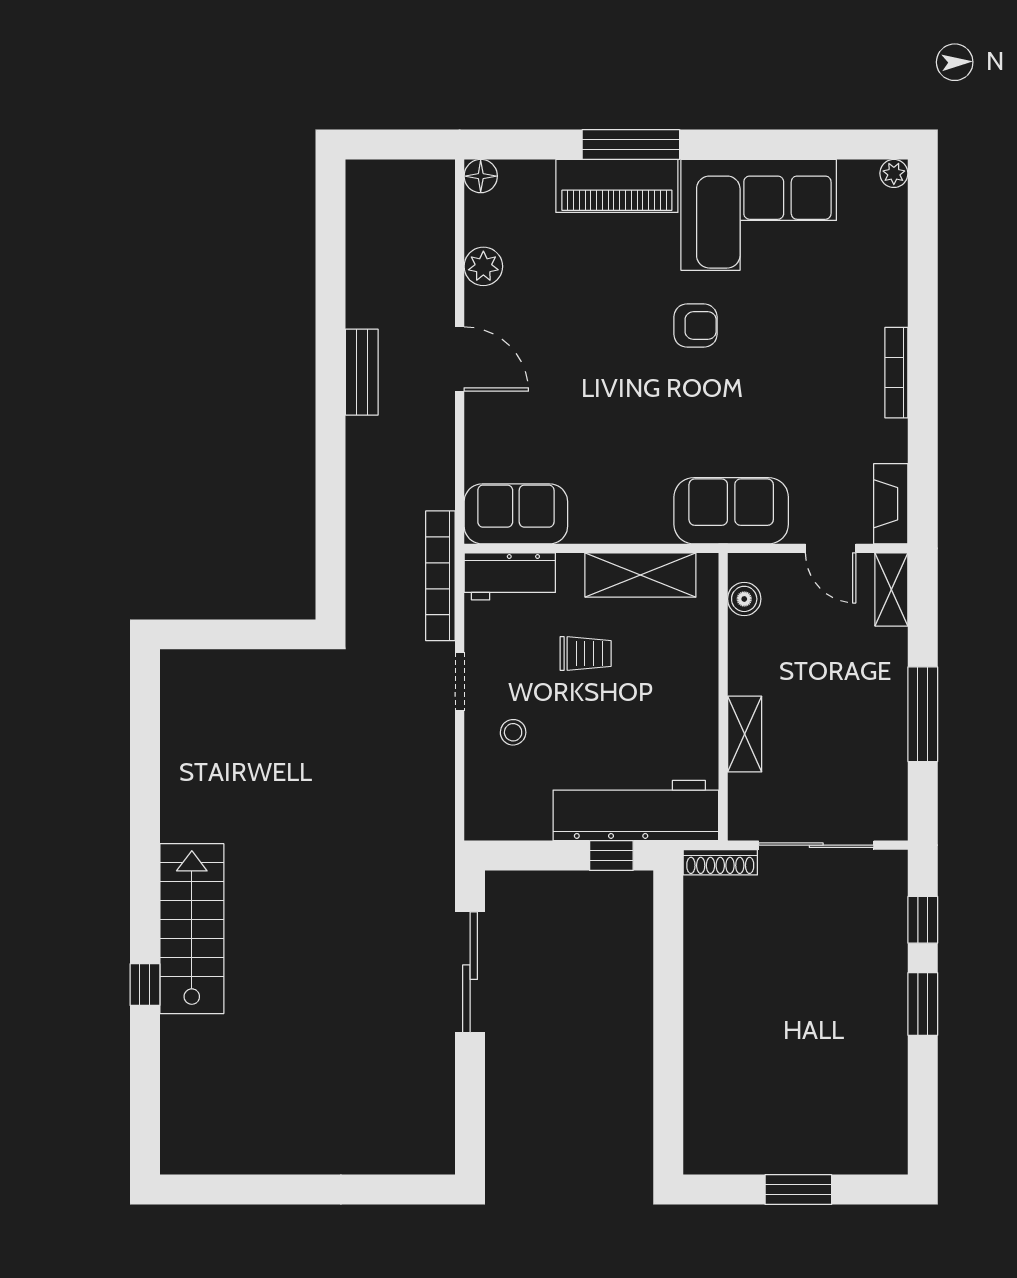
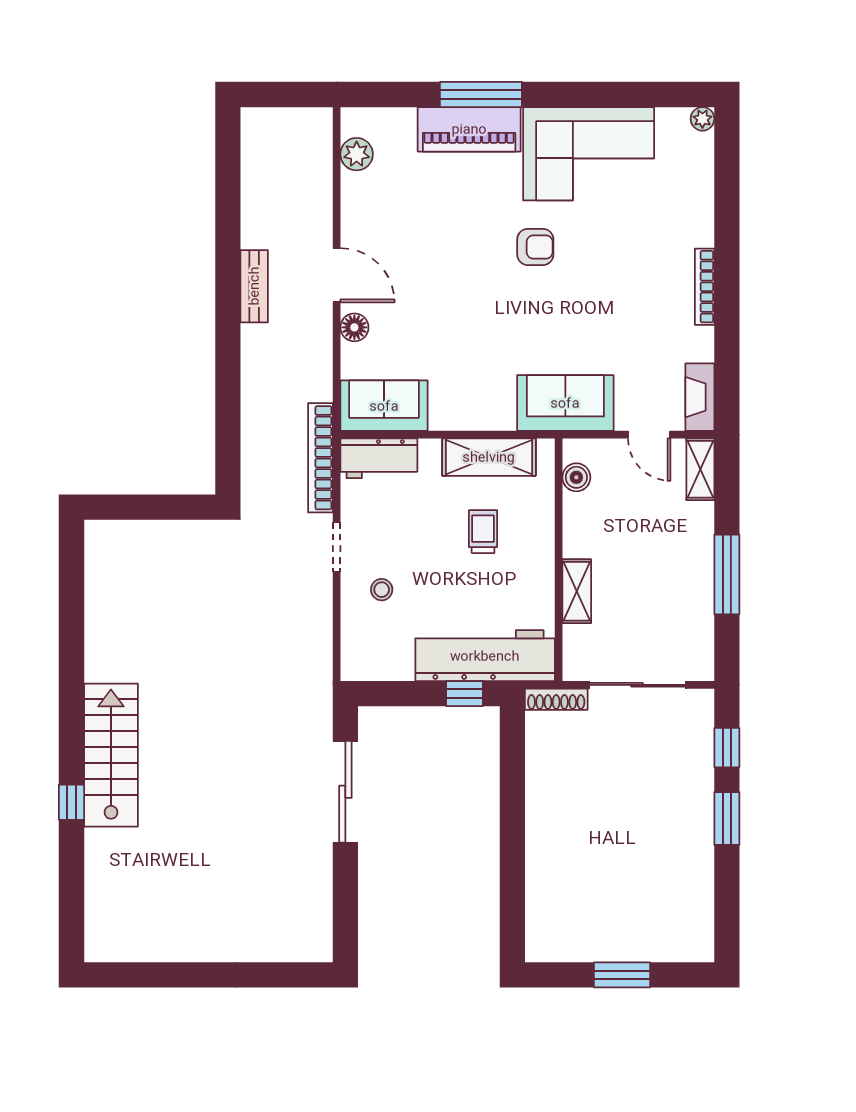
floor lamp: (481, 176) -> (354, 327), moved
plant: (483, 266) -> (357, 154), moved
trolley: (586, 653) -> (483, 532), moved, turned -90

